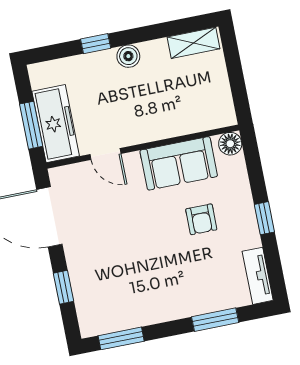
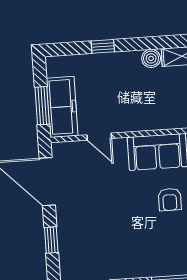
boiler: (128, 56) -> (151, 58), moved

